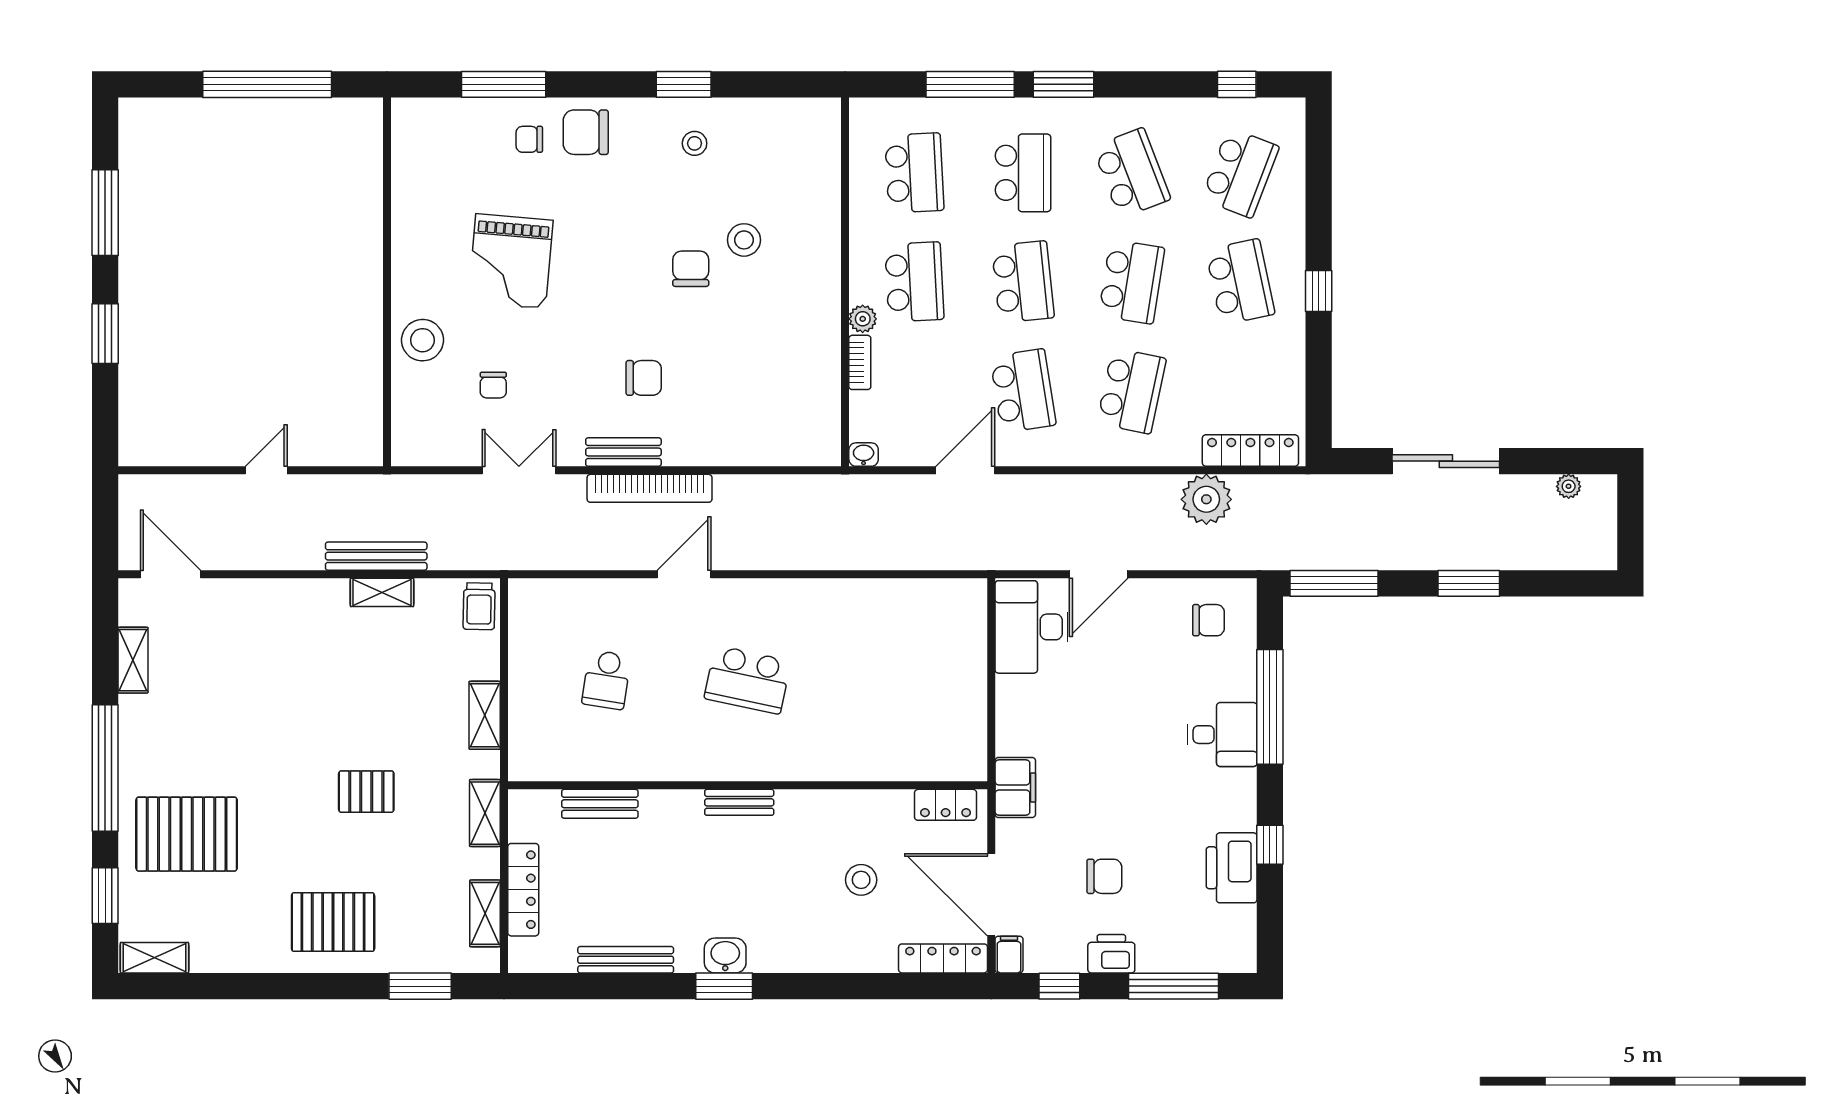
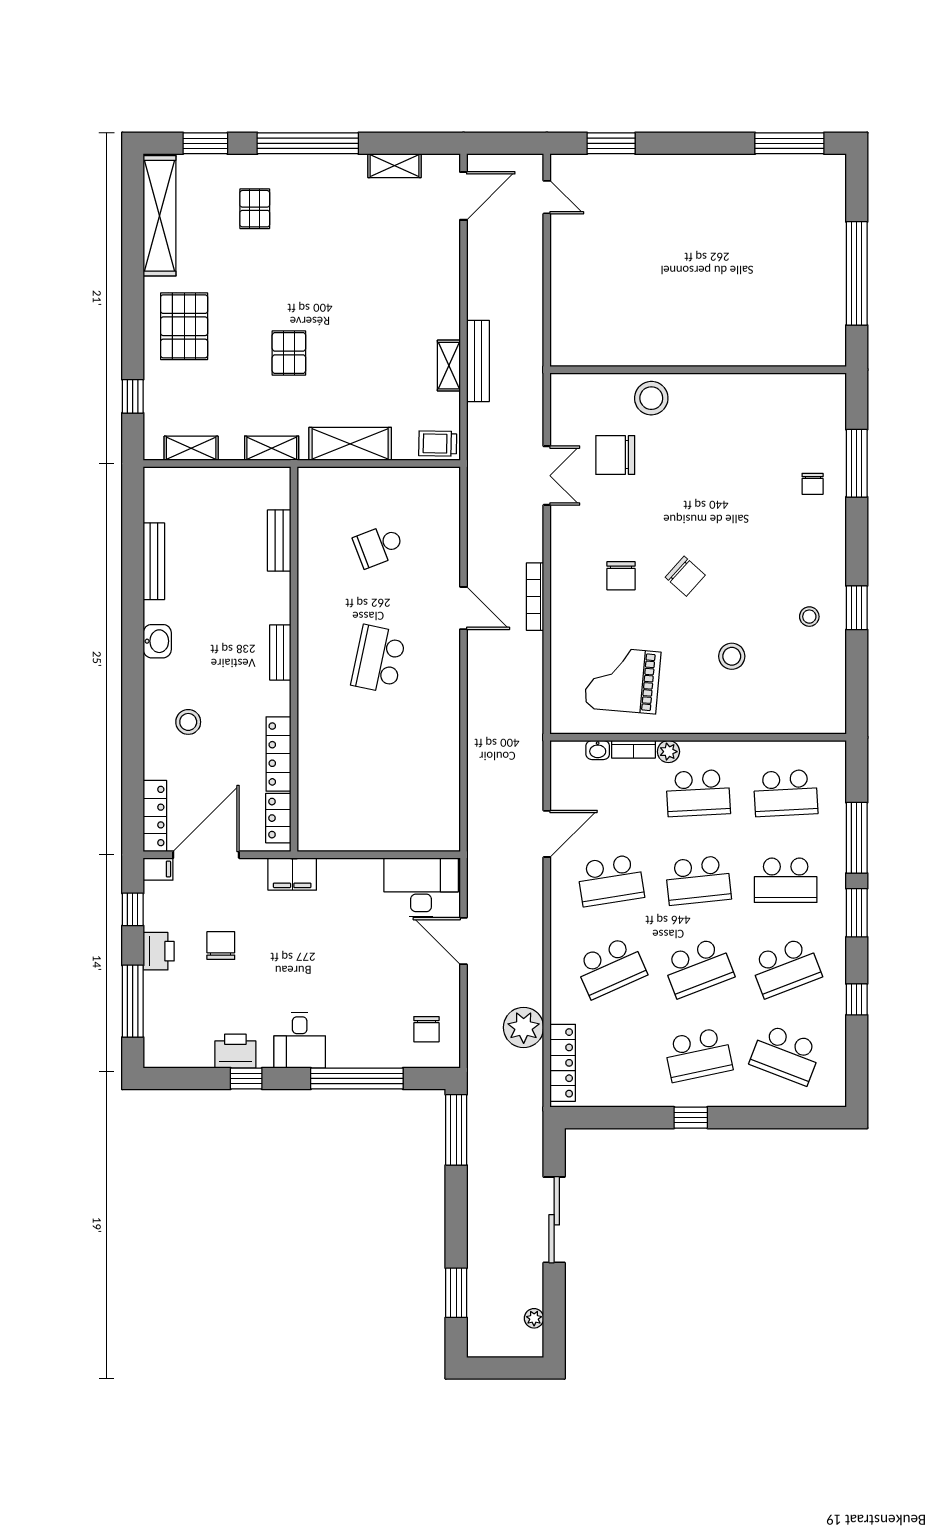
window: (1237, 84) -> (857, 999), moved
chair: (586, 132) -> (818, 529), removed
chair: (529, 139) -> (813, 484), turned 180
window: (105, 213) -> (789, 143), moved
grand piano: (511, 261) -> (623, 680), moved
chair: (691, 269) -> (685, 576), moved, turned 42
school desk: (1132, 282) -> (698, 967), turned -30
window: (105, 334) -> (611, 143), moved
chair: (493, 385) -> (615, 455), width x1.87, depth x1.87
school desk: (1132, 391) -> (611, 967), turned -36
bench: (623, 452) -> (562, 559), removed
washbasin: (864, 455) -> (598, 750), moved, turned 90
door: (266, 470) -> (547, 197), moved
door: (965, 470) -> (547, 834), hinge flipped
bookcase: (650, 488) -> (535, 597), width x0.68, depth x0.76
window: (1469, 583) -> (456, 1293), moved
school desk: (606, 680) -> (379, 546), turned -30
shelving: (485, 715) -> (350, 444), width x1.50, depth x1.33
desk: (1222, 735) -> (300, 1040), moved
pallet: (187, 834) -> (255, 209), width x0.49, depth x0.50
printer: (1232, 868) -> (235, 1051), width x0.73, depth x0.84
chair: (1104, 876) -> (221, 946), turned 180
stool: (861, 880) -> (188, 722), moved
locker: (523, 890) -> (278, 754), moved, turned 90
shelving: (154, 958) -> (160, 216), width x2.20, depth x1.33
window: (420, 986) -> (133, 396), width x0.67
window: (724, 986) -> (133, 640), removed

